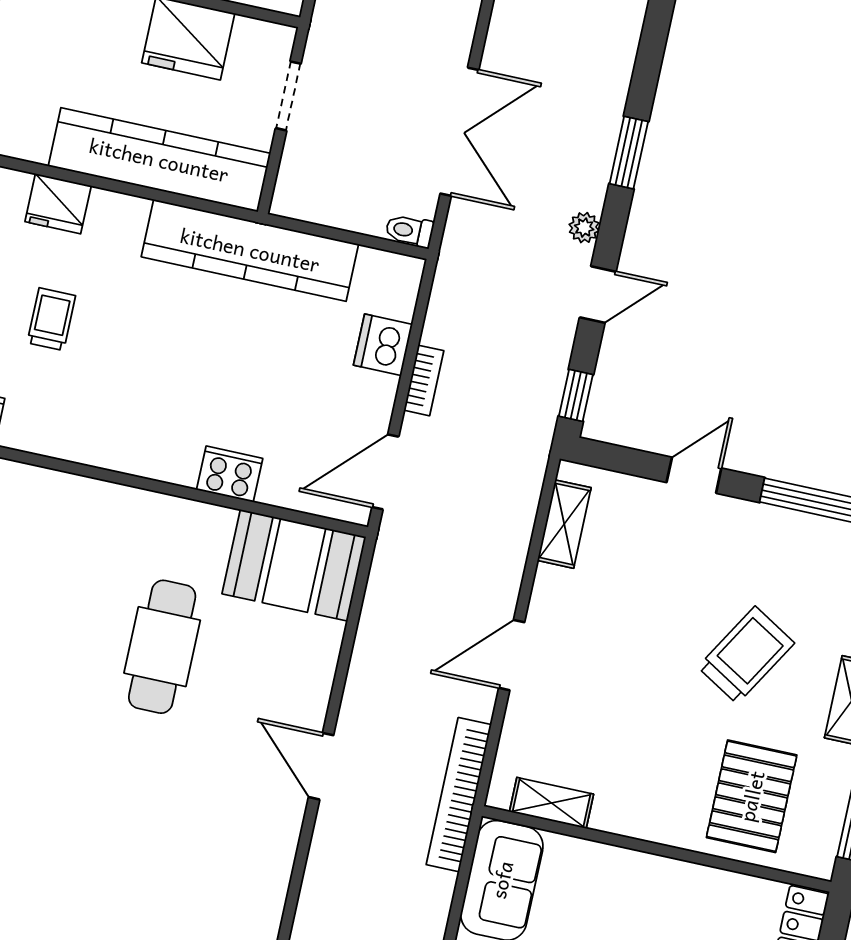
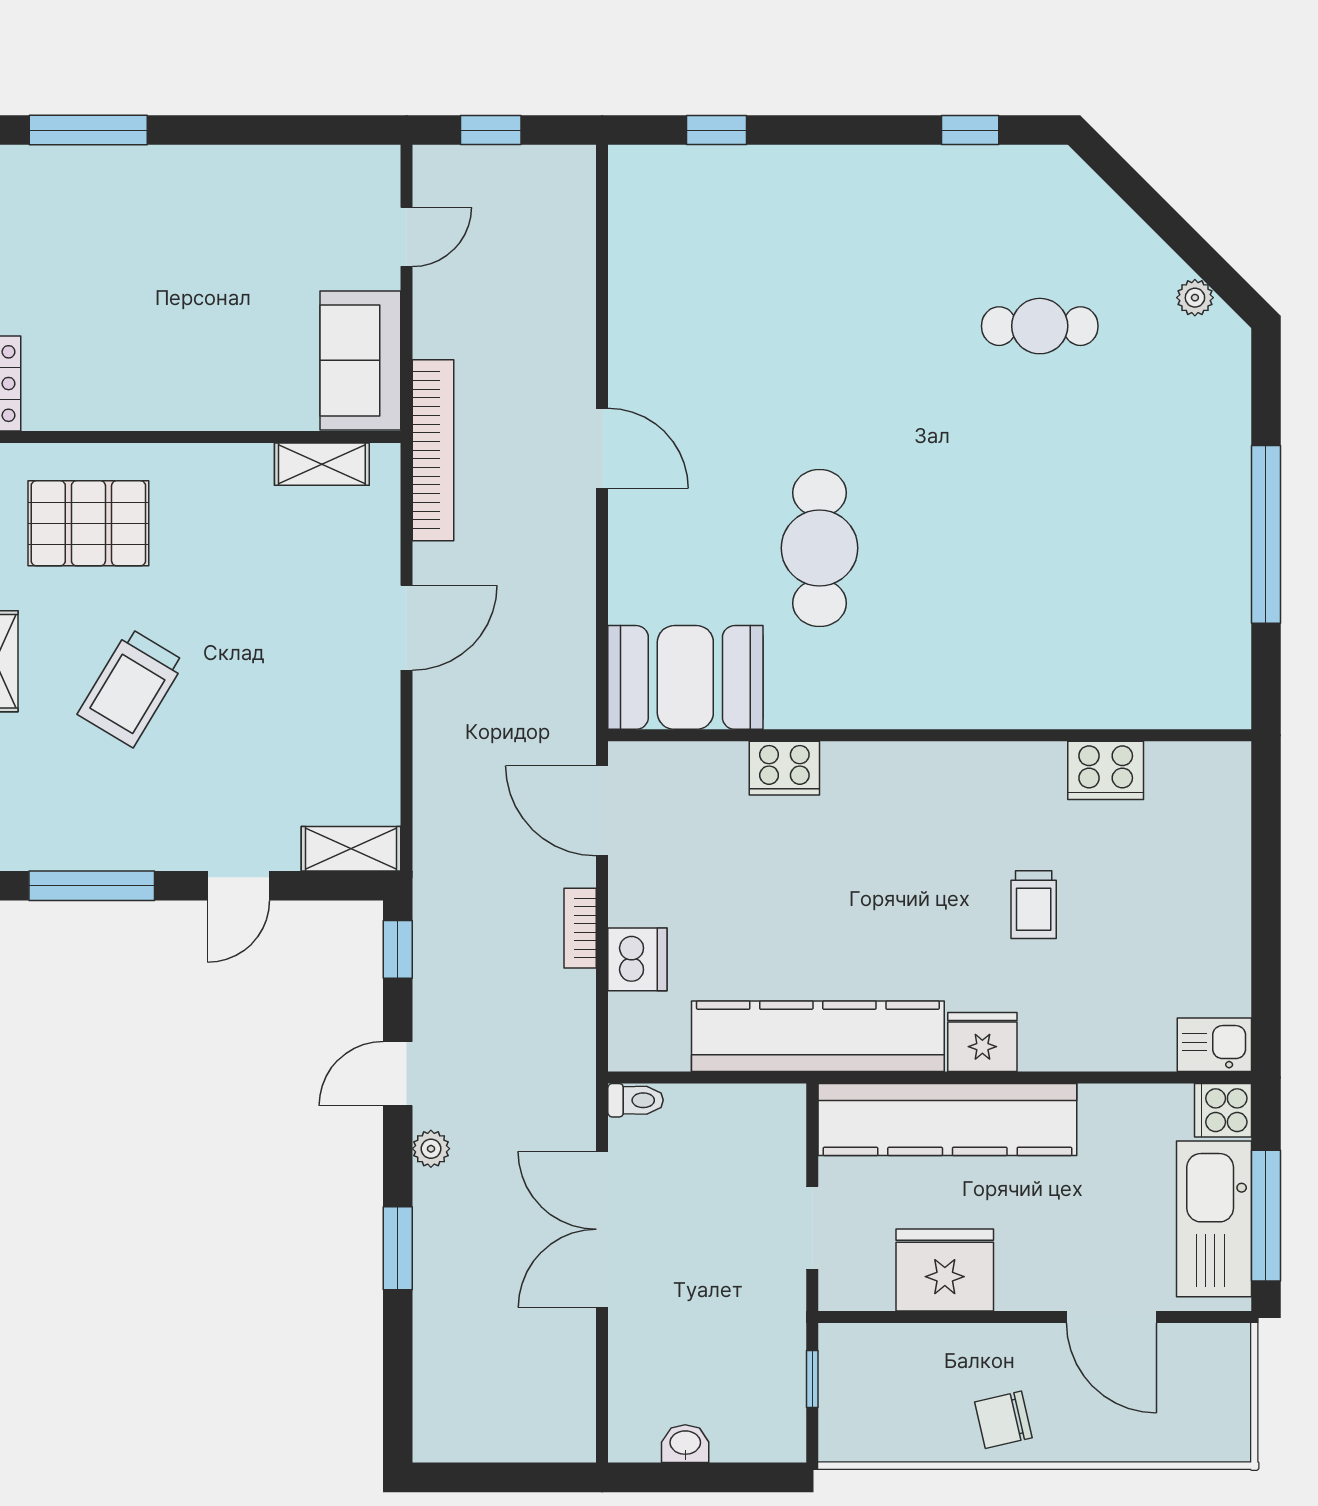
fridge: (58, 204) -> (982, 1042), moved
door: (385, 472) -> (602, 811), swing flipped
shelving: (564, 524) -> (351, 849), moved, turned 90
pallet: (752, 796) -> (88, 523), turned 90

